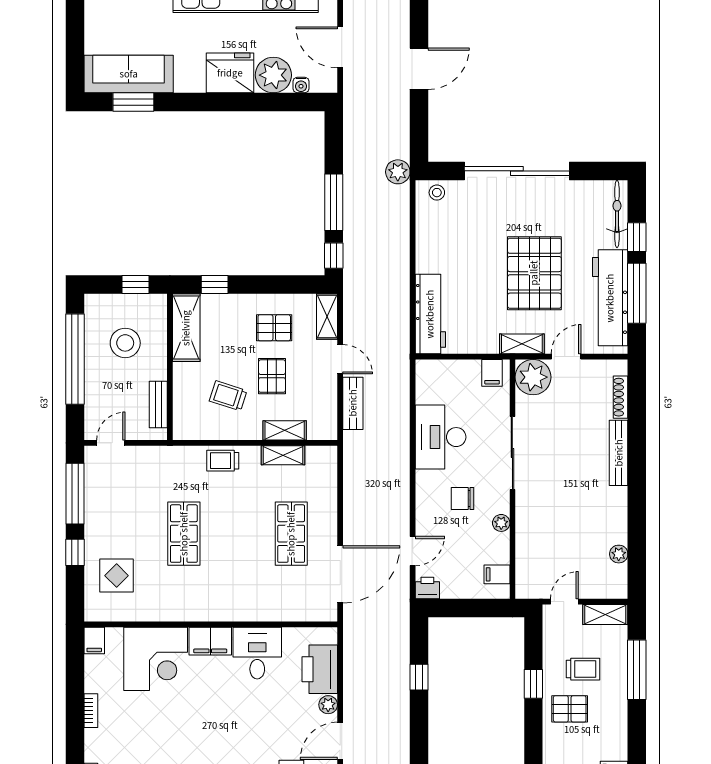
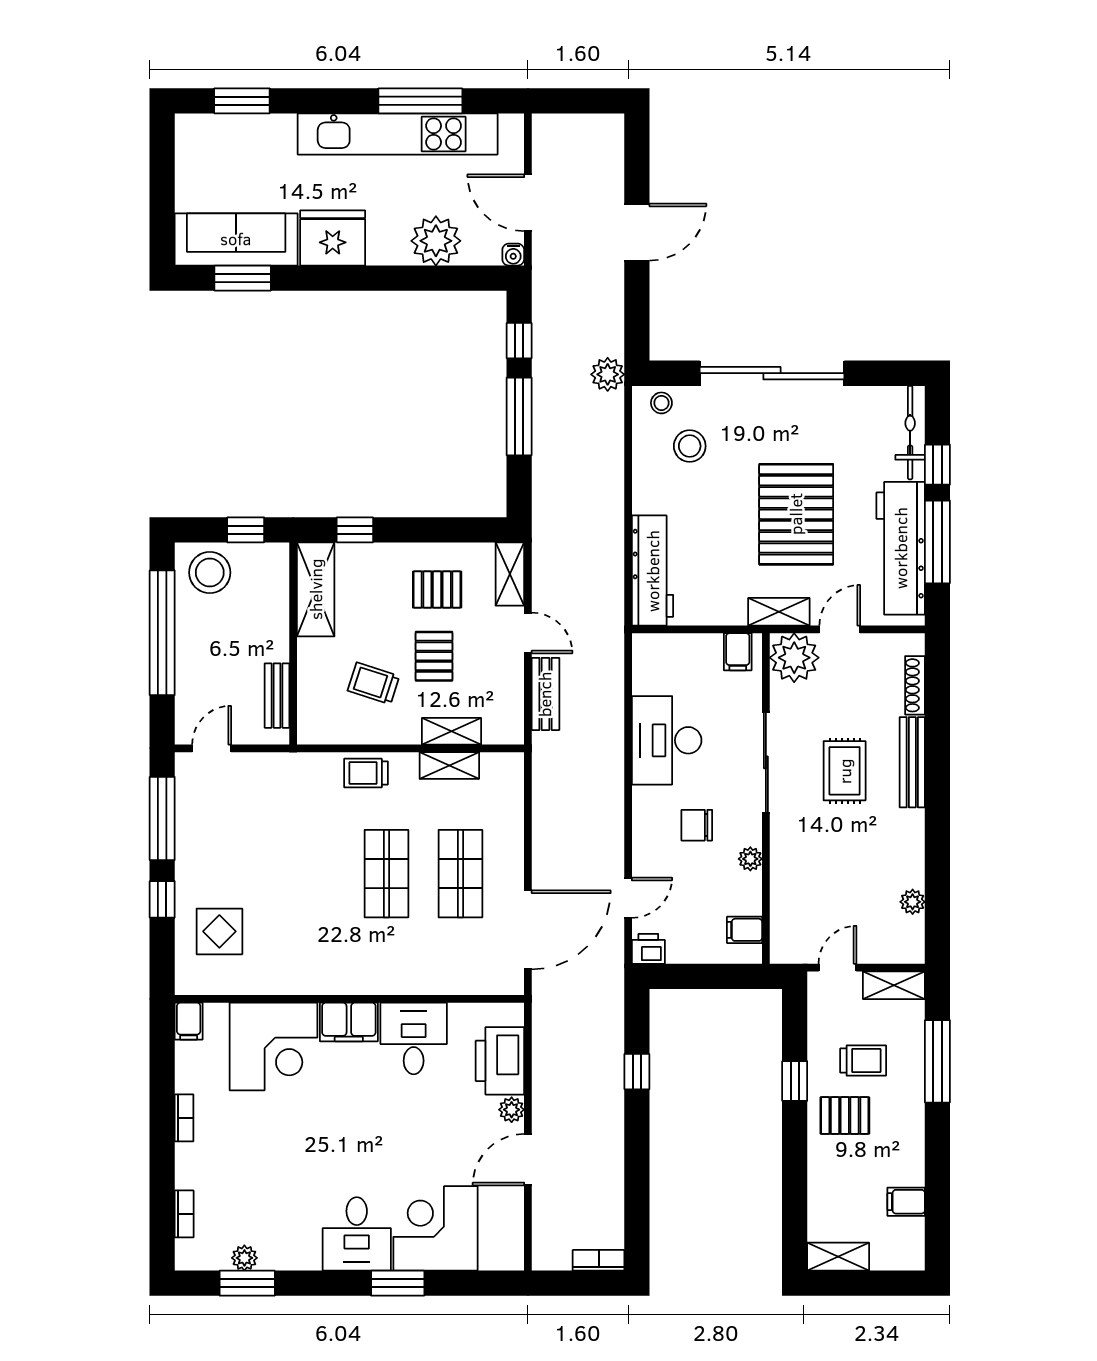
fridge: (230, 73) -> (333, 238), moved
water cooler: (301, 85) -> (513, 255), moved
stool: (457, 224) -> (690, 446), added
window: (334, 256) -> (519, 341), moved
stool: (125, 343) -> (210, 572), moved
rug: (569, 459) -> (845, 771), added
shop shelf: (184, 534) -> (386, 874), moved

